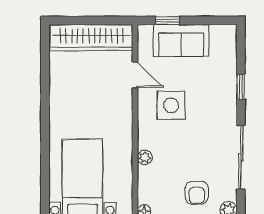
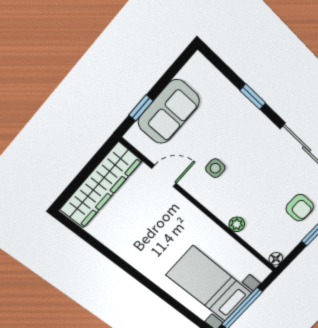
side table: (171, 105) -> (215, 168), width x0.54, depth x0.54

